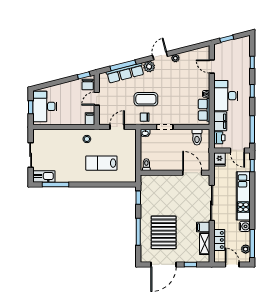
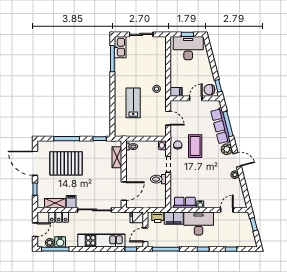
door: (97, 99) -> (196, 98), hinge flipped
toilet: (197, 137) -> (158, 179), moved
shelving: (157, 180) -> (117, 157), added
water cooler: (245, 226) -> (60, 242), moved

